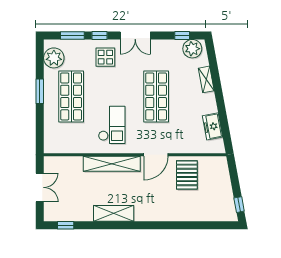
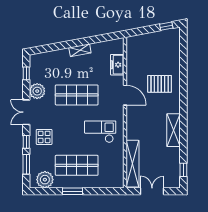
double door: (135, 36) -> (26, 112), swing flipped
plant: (192, 49) -> (37, 91), moved
shelving: (206, 79) -> (80, 50), moved
freezer: (213, 126) -> (117, 65), moved, turned 100
shelving: (112, 164) -> (132, 164), moved
pallet: (187, 175) -> (160, 84), moved

